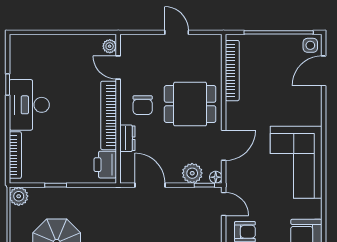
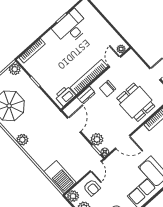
dining table: (190, 104) -> (136, 102), moved
desk: (29, 105) -> (71, 27), moved

